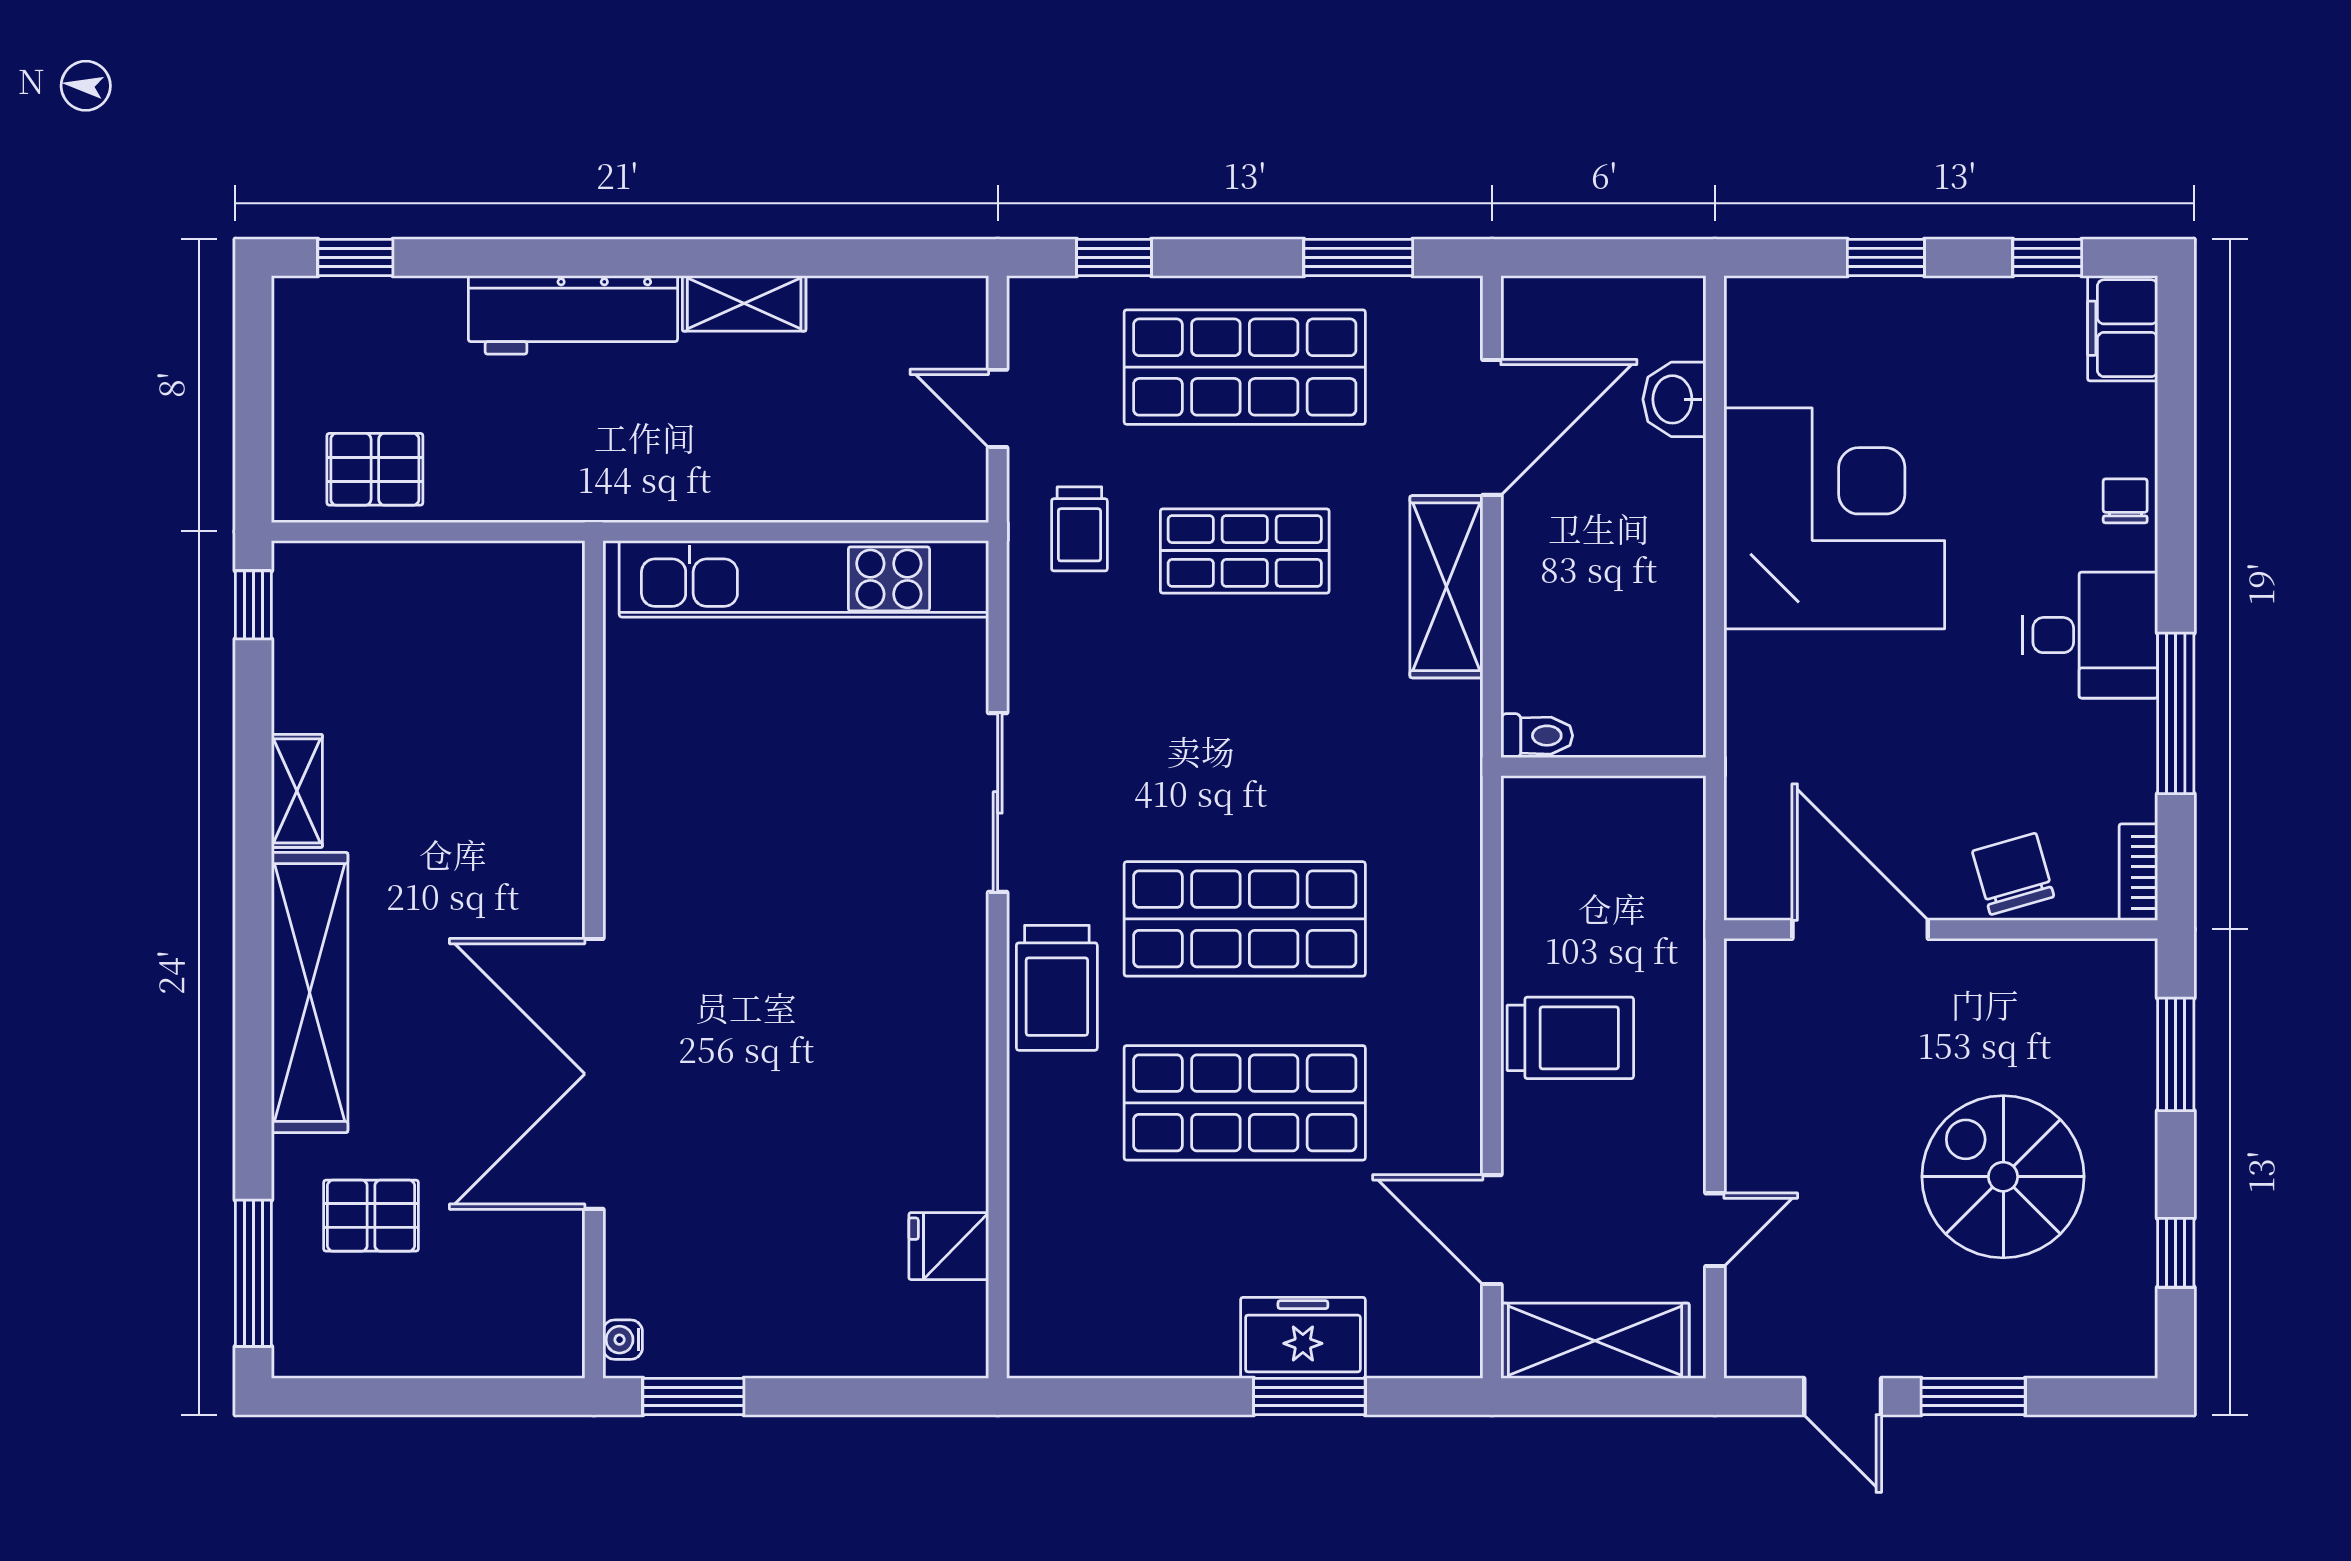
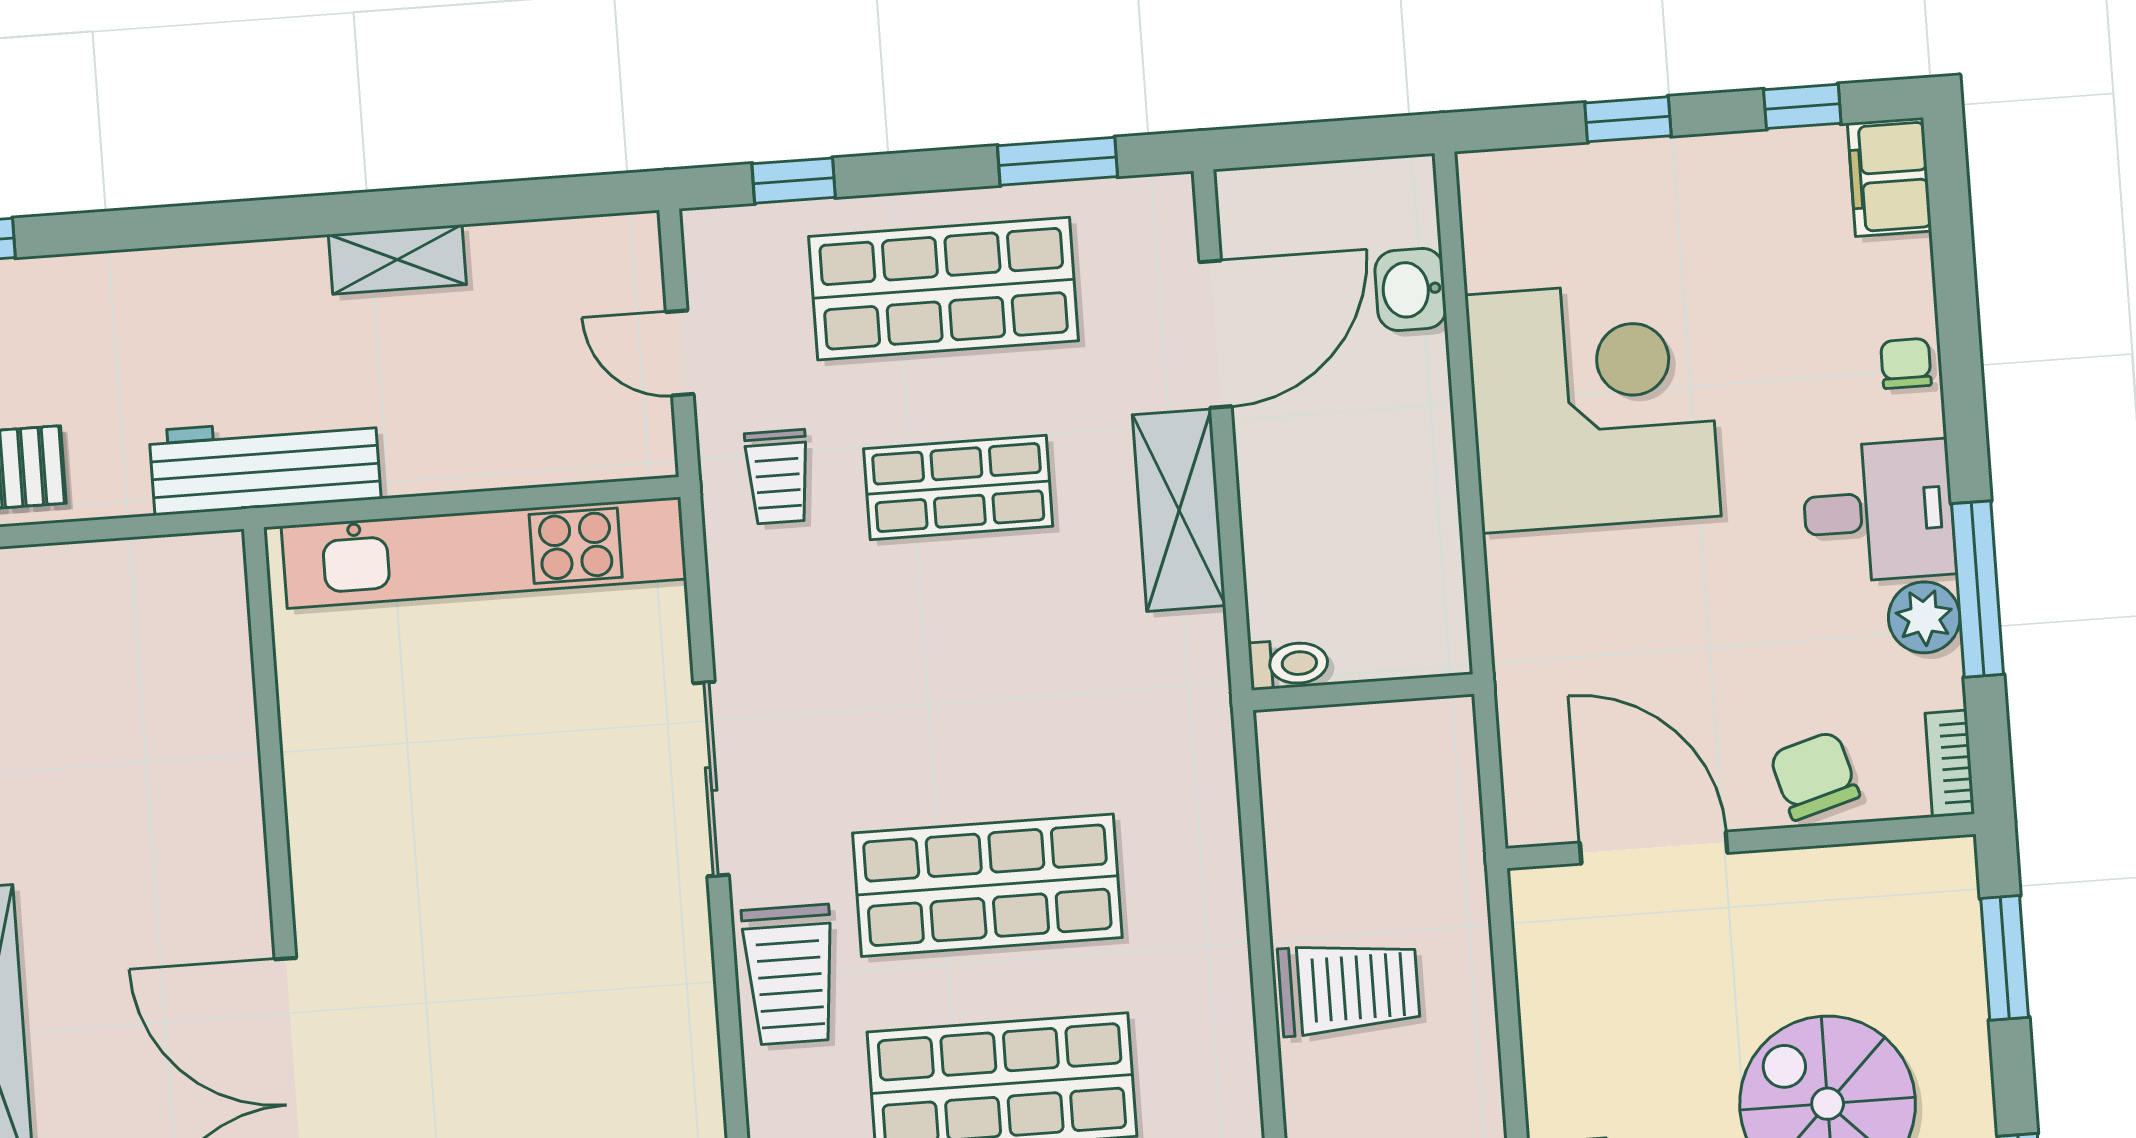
workbench: (573, 315) -> (265, 465), moved, turned 180
plant: (2125, 736) -> (1924, 617), added

